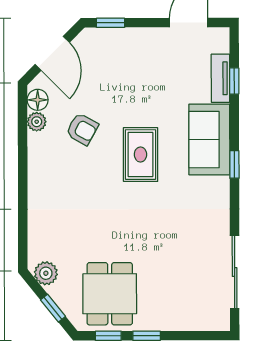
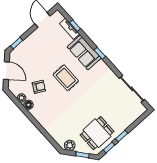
floor lamp: (38, 100) -> (28, 105), moved
dining table: (110, 294) -> (97, 133), turned 90

